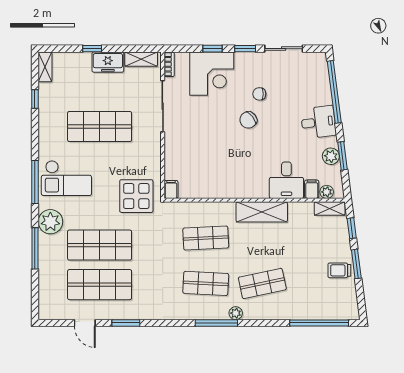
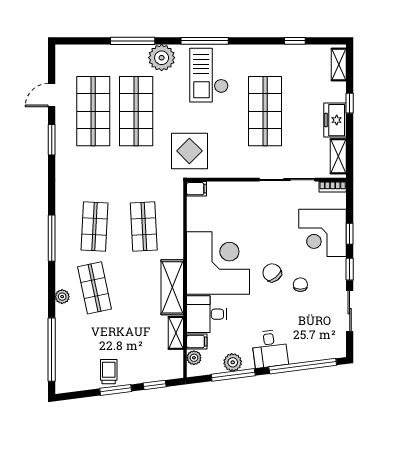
shelving: (45, 67) -> (339, 64), moved, turned 90
window: (342, 156) -> (233, 375), width x1.44
corner desk: (239, 170) -> (218, 263), added
shelving: (330, 209) -> (176, 333), moved
plant: (236, 313) -> (62, 297), moved

